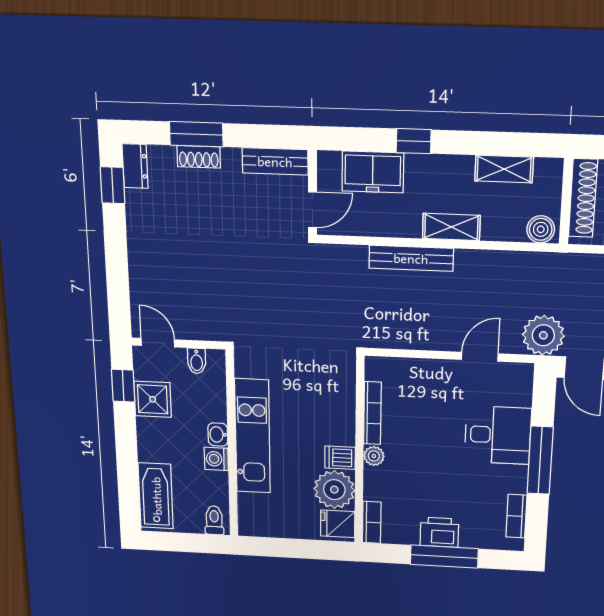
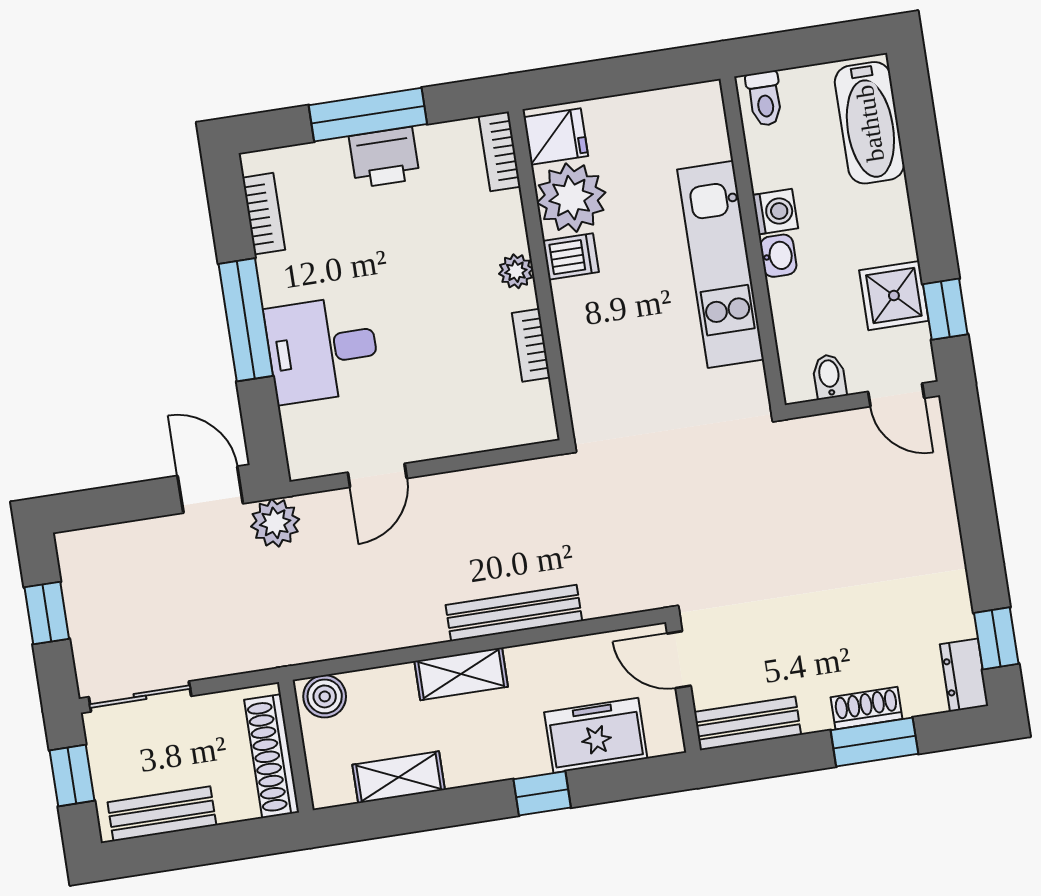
door: (313, 210) -> (679, 660), hinge flipped
plant: (543, 335) -> (275, 523), width x0.73, depth x0.73
bookcase: (372, 413) -> (531, 345), width x0.64

